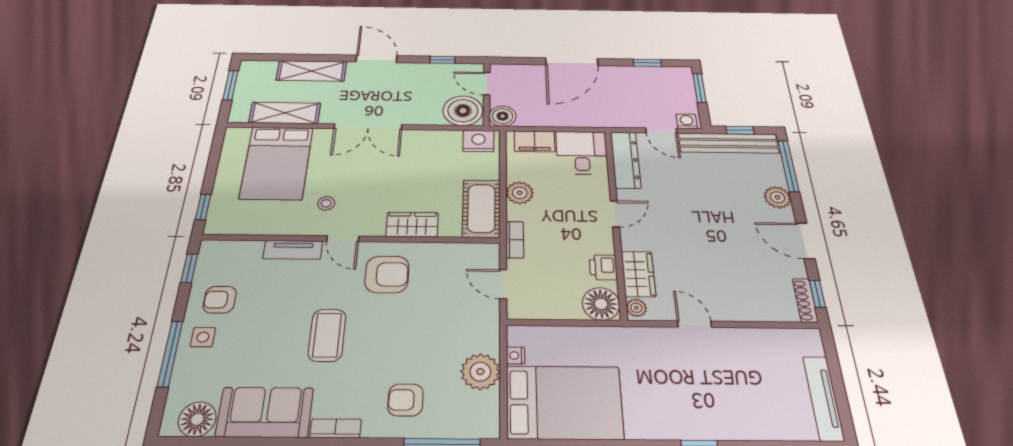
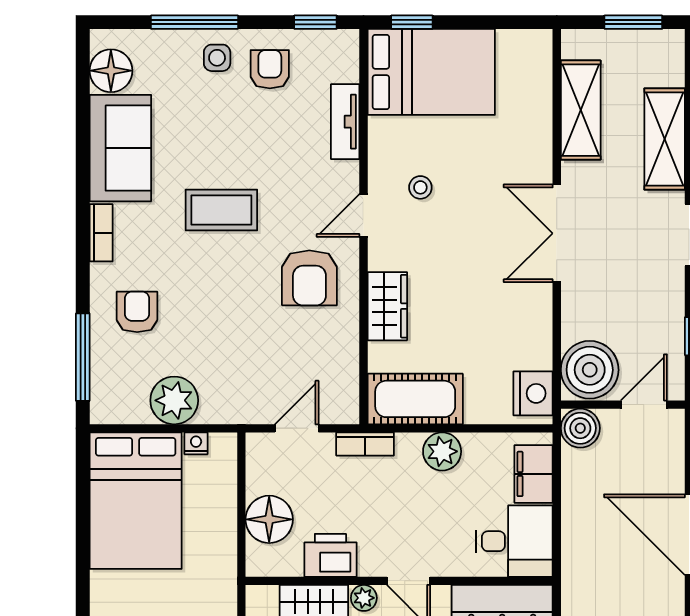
bed: (277, 163) -> (431, 72), moved, turned 180
tv unit: (293, 250) -> (345, 122), moved
printer: (603, 267) -> (330, 555), width x1.36, depth x1.24
floor lamp: (601, 304) -> (269, 519), moved
plant: (636, 308) -> (364, 598), moved

